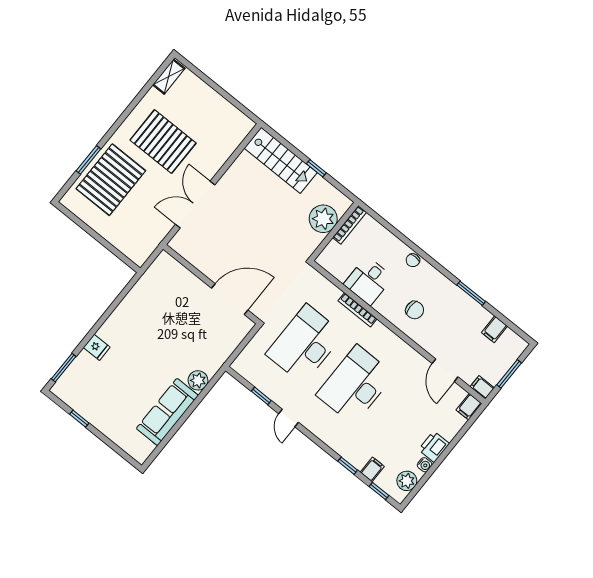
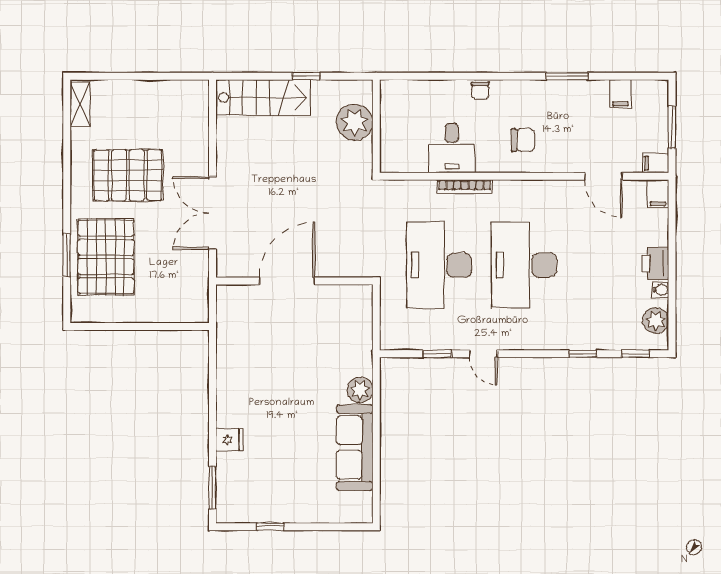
bookcase: (350, 225) -> (387, 107), removed
door: (230, 299) -> (287, 281), moved
filing cabinet: (372, 469) -> (611, 337), removed

